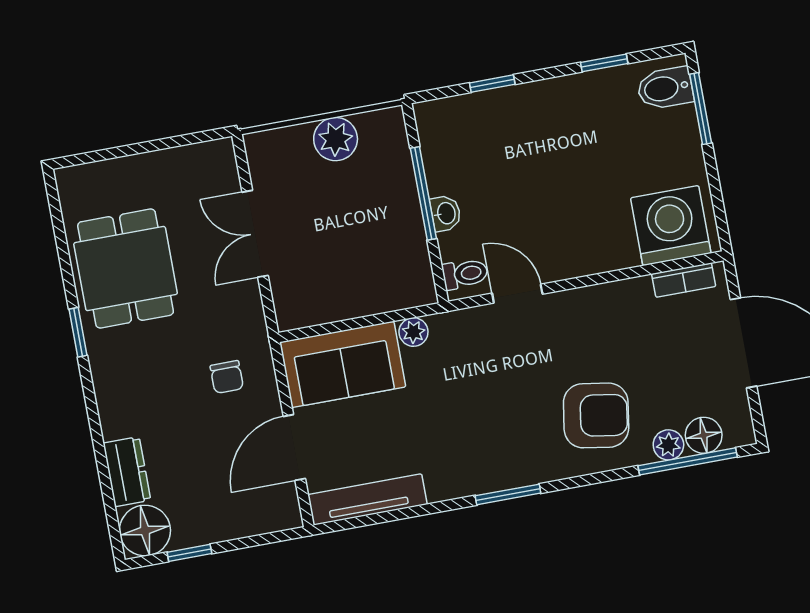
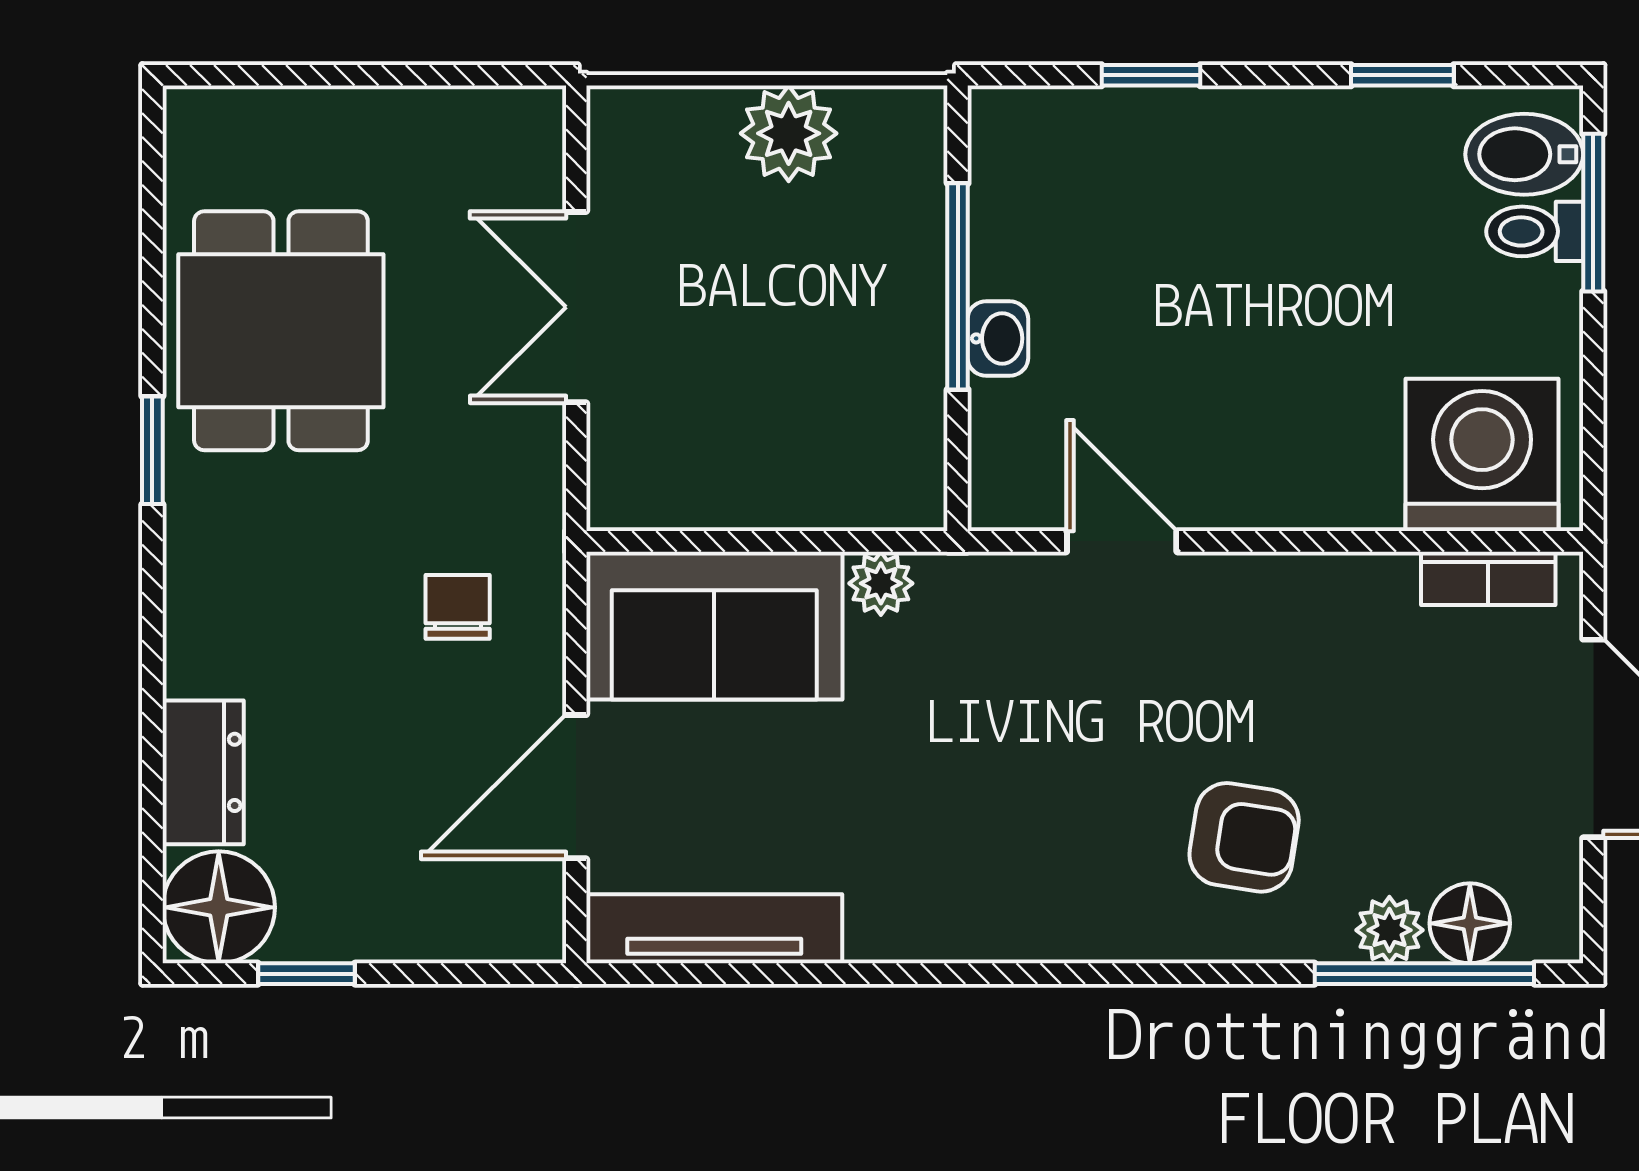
toilet: (465, 274) -> (1535, 231), moved, turned 180
chair: (227, 377) -> (458, 607), turned 180
armchair: (596, 415) -> (1244, 837), width x0.72, depth x0.72
window: (508, 494) -> (1021, 974), removed

